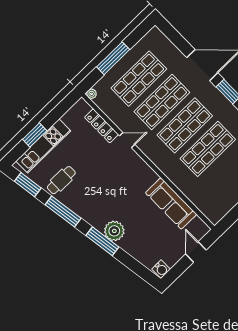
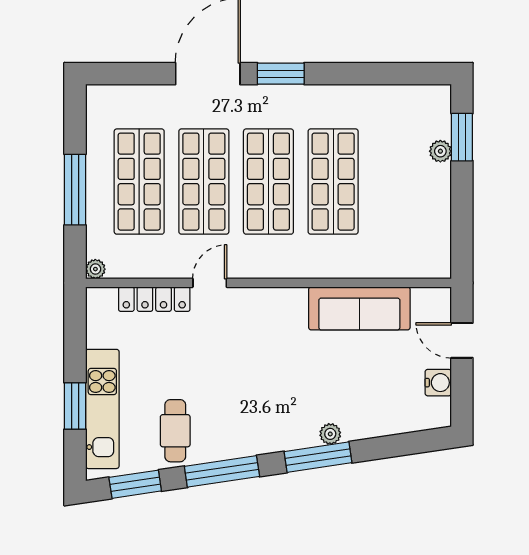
plant: (114, 231) -> (330, 434), width x0.53, depth x0.53
water cooler: (161, 269) -> (438, 383), moved

